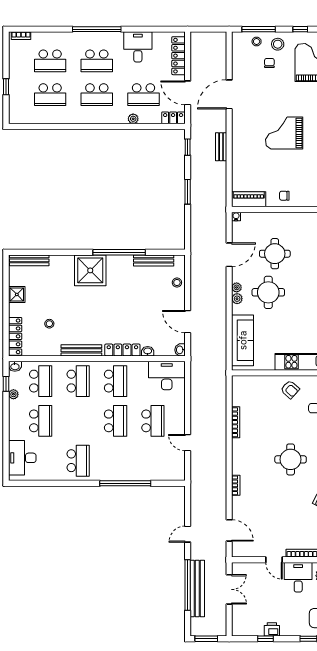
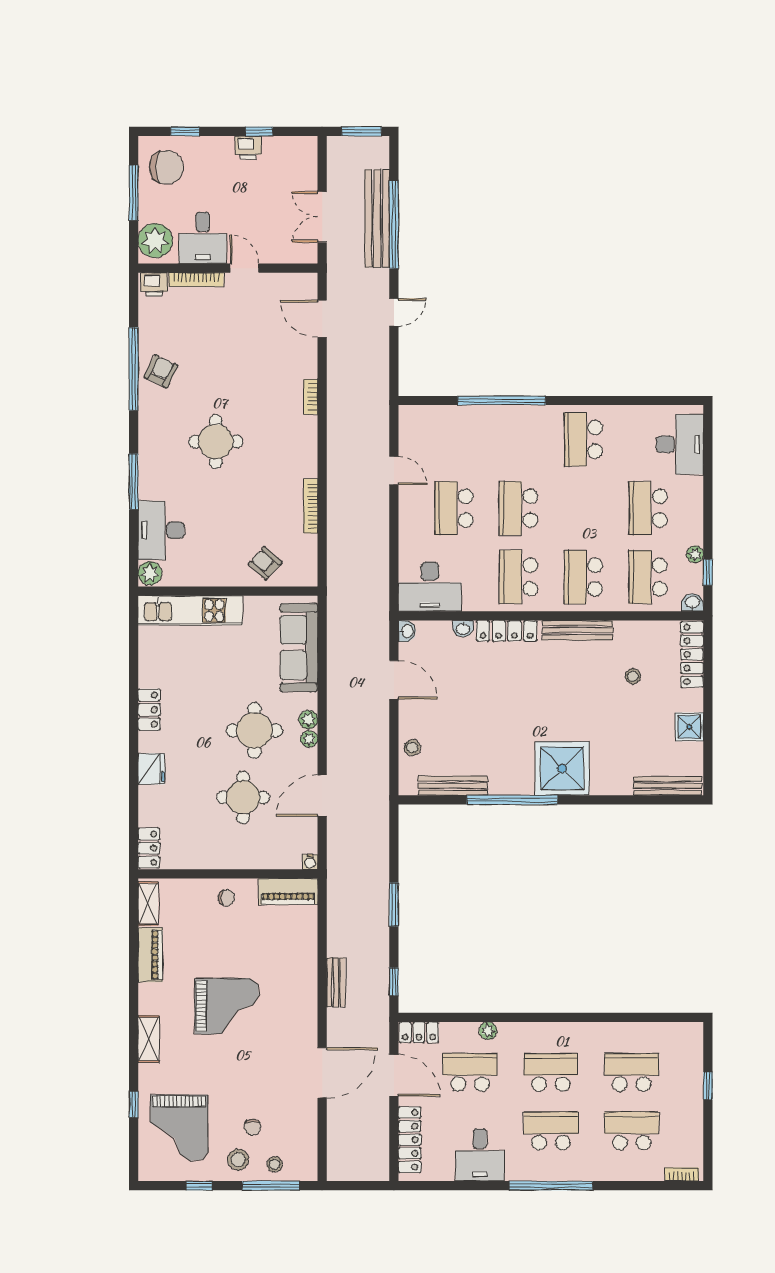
armchair: (290, 389) -> (265, 563), moved

